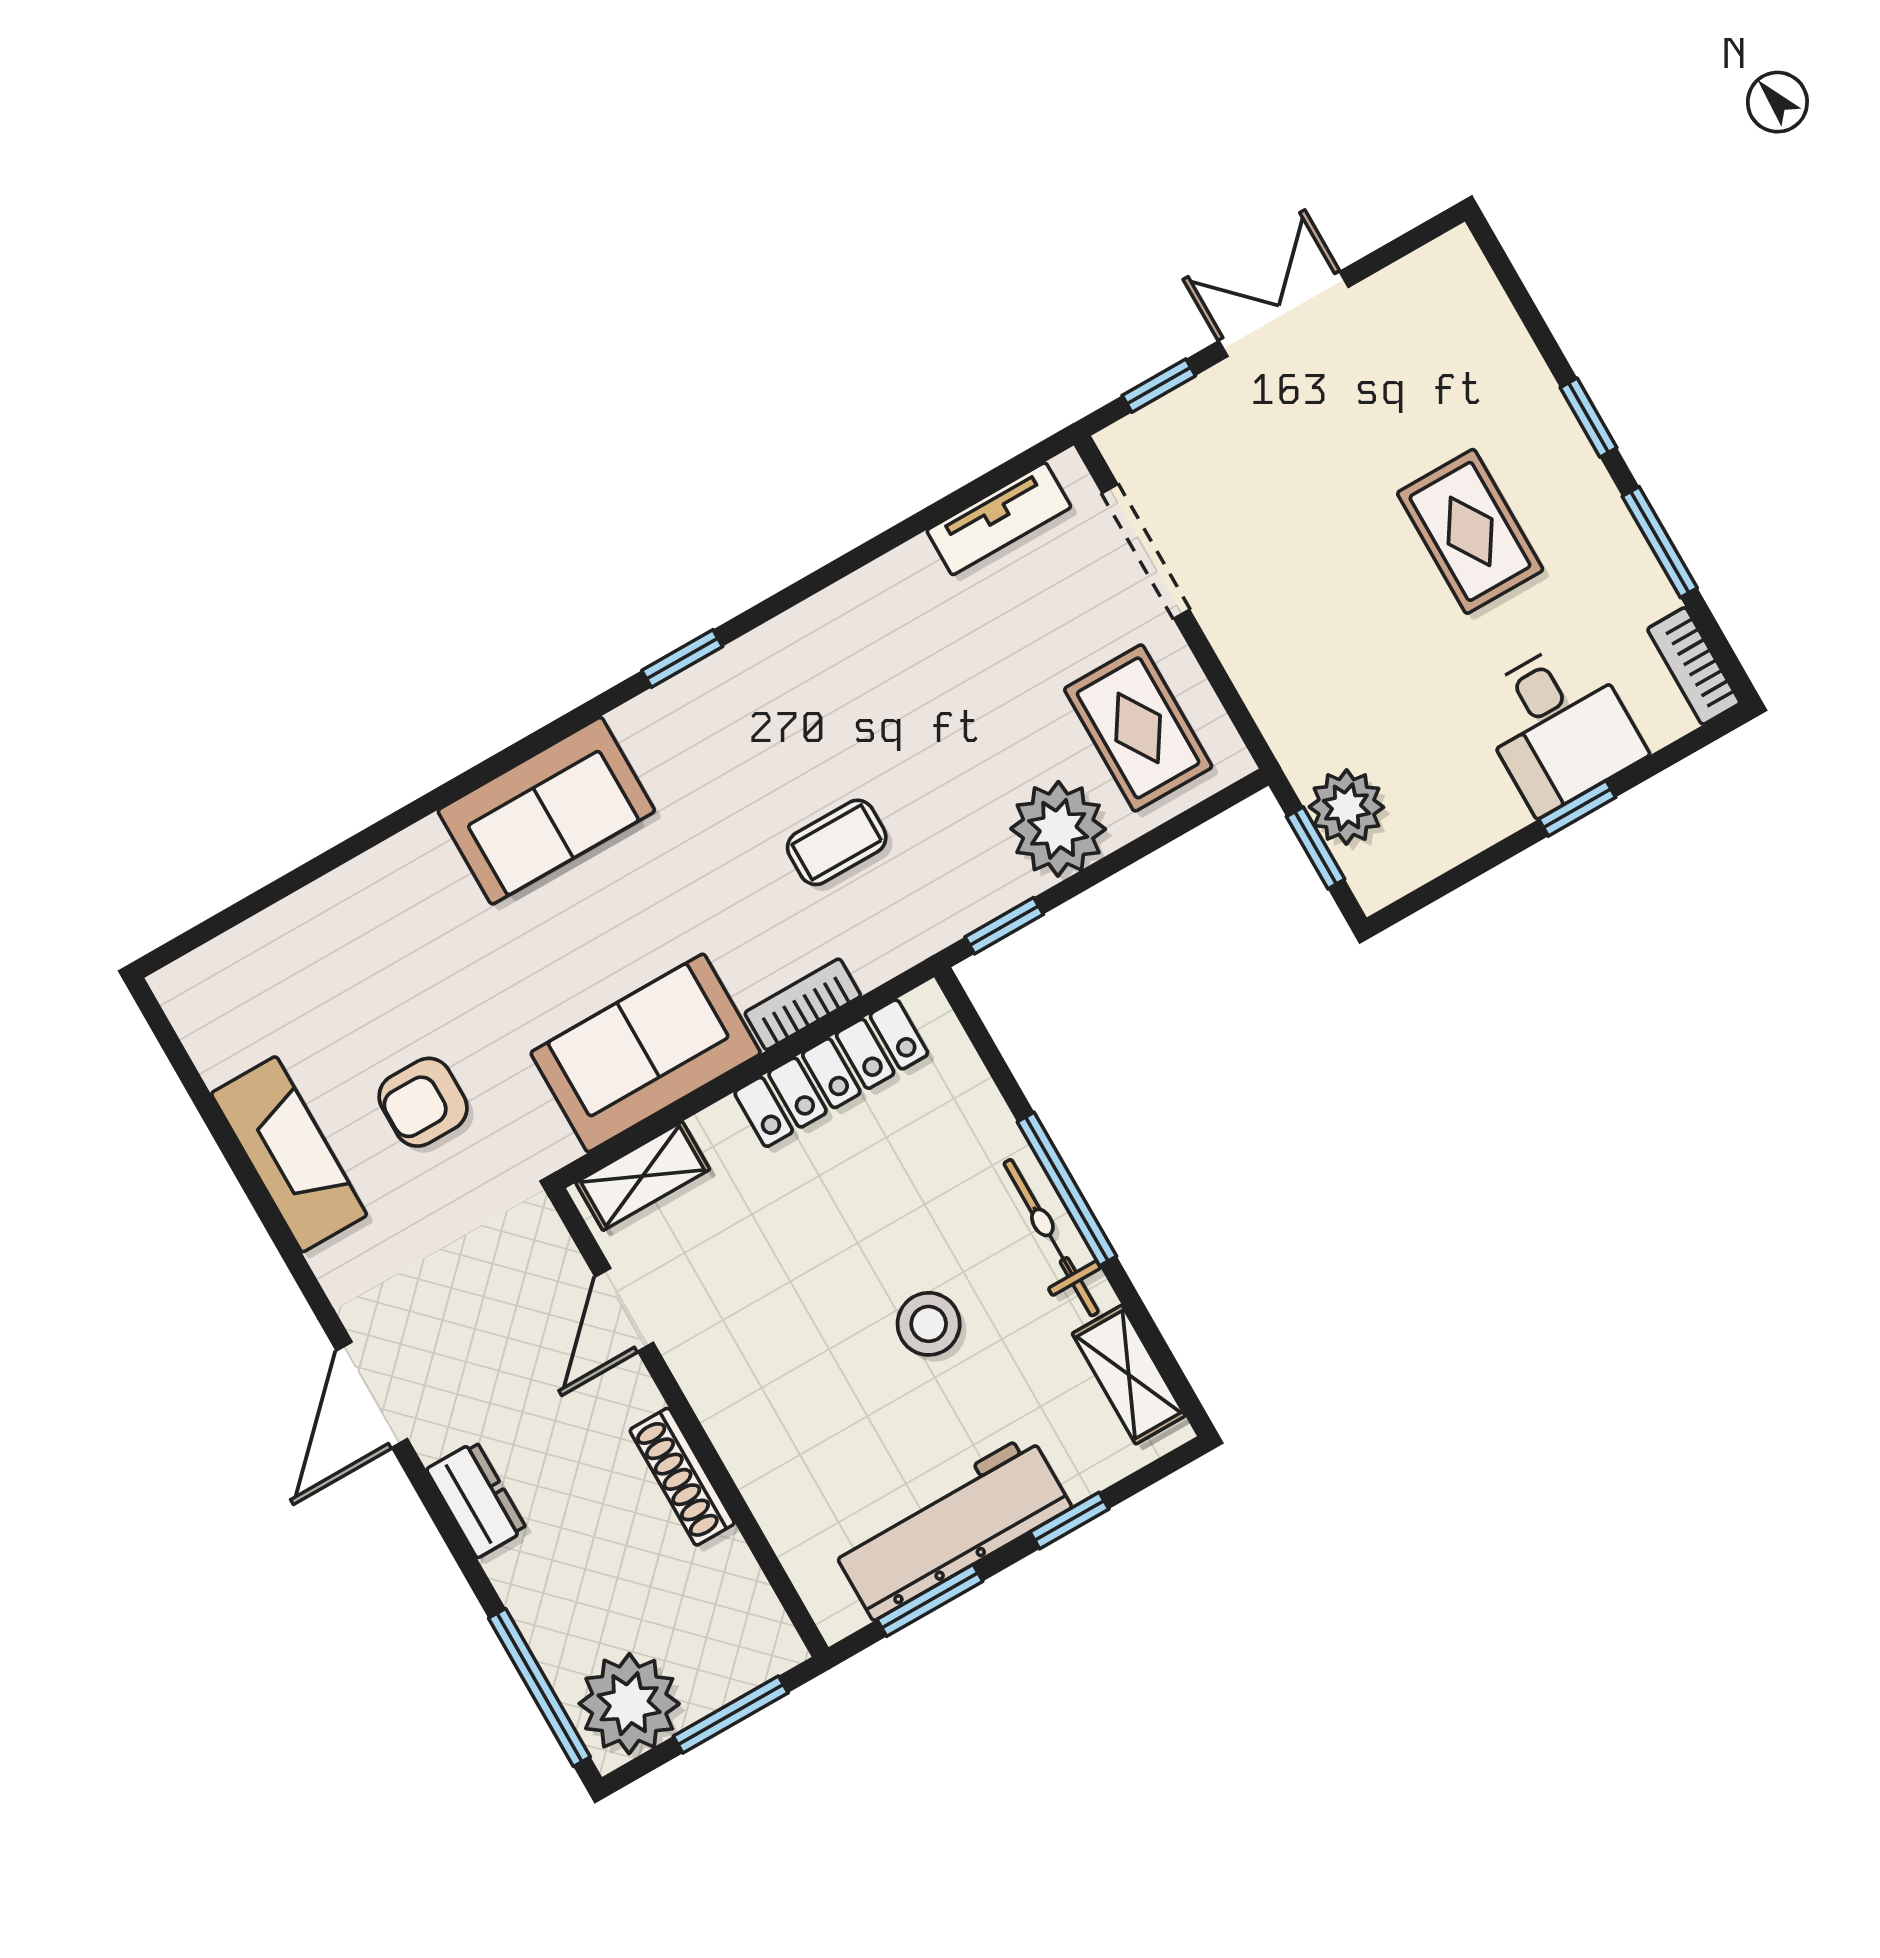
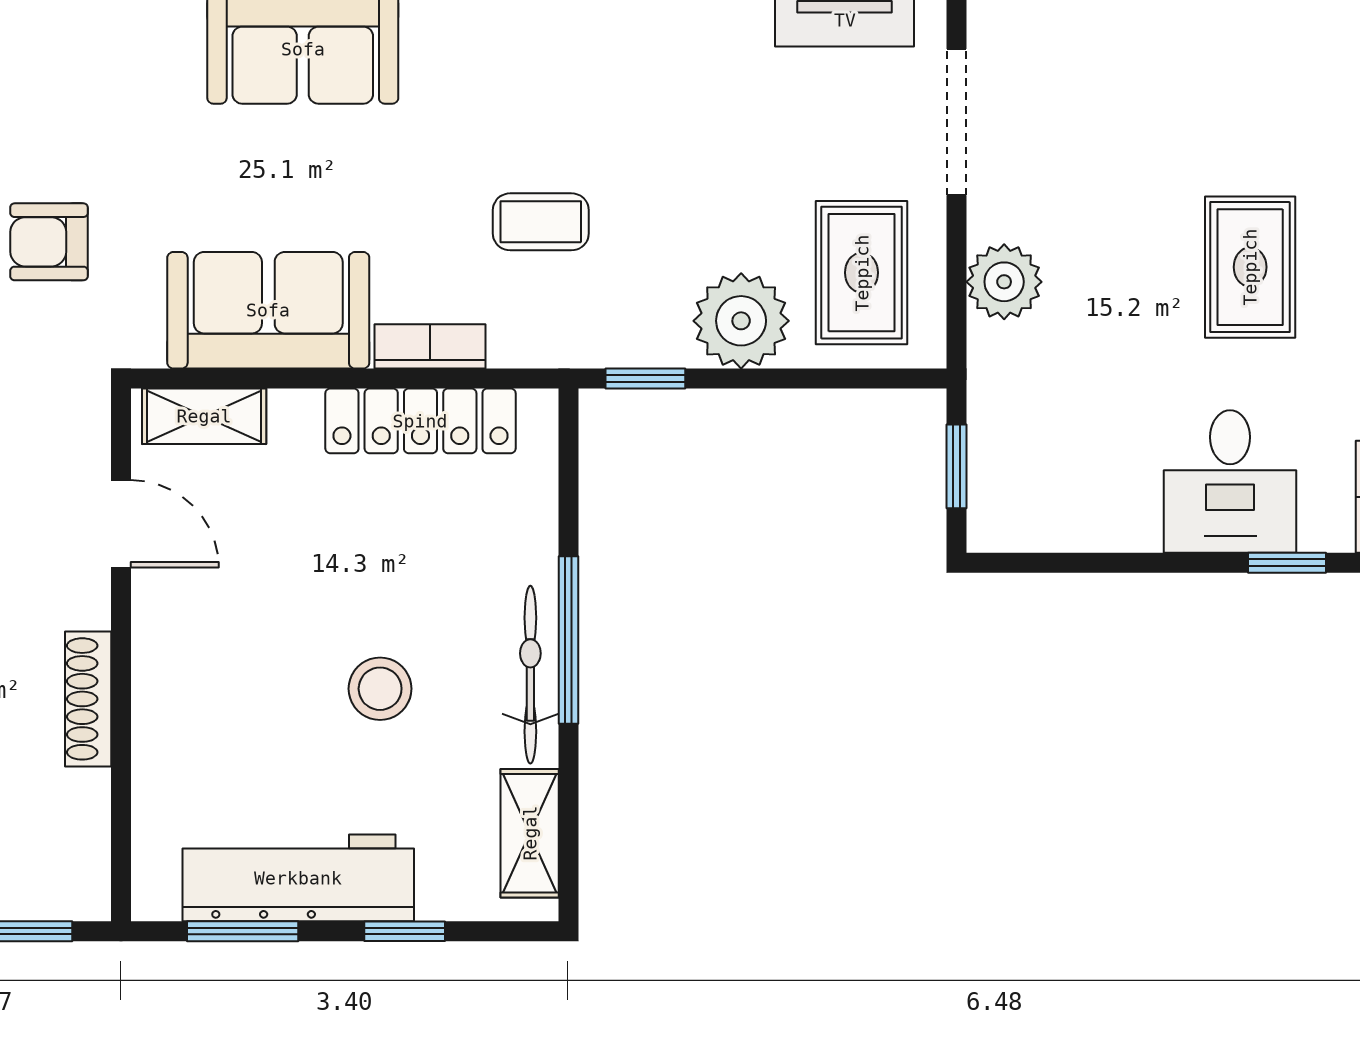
plant: (1346, 807) -> (1004, 282), moved
window: (1577, 808) -> (1287, 563), moved
door: (624, 1310) -> (121, 524), swing flipped

